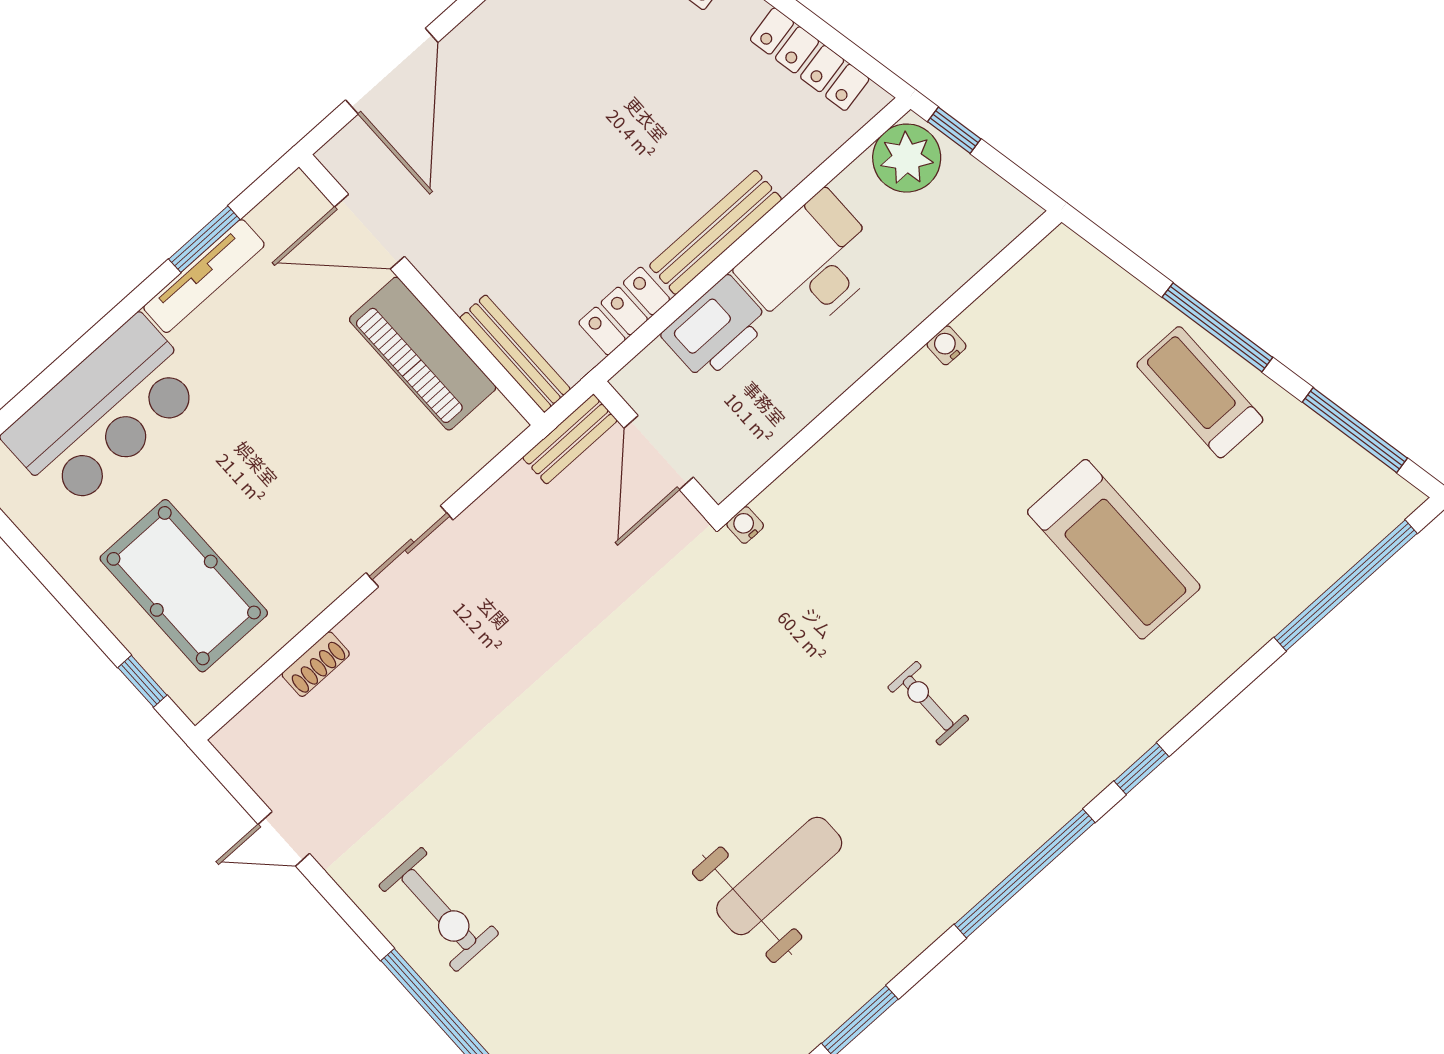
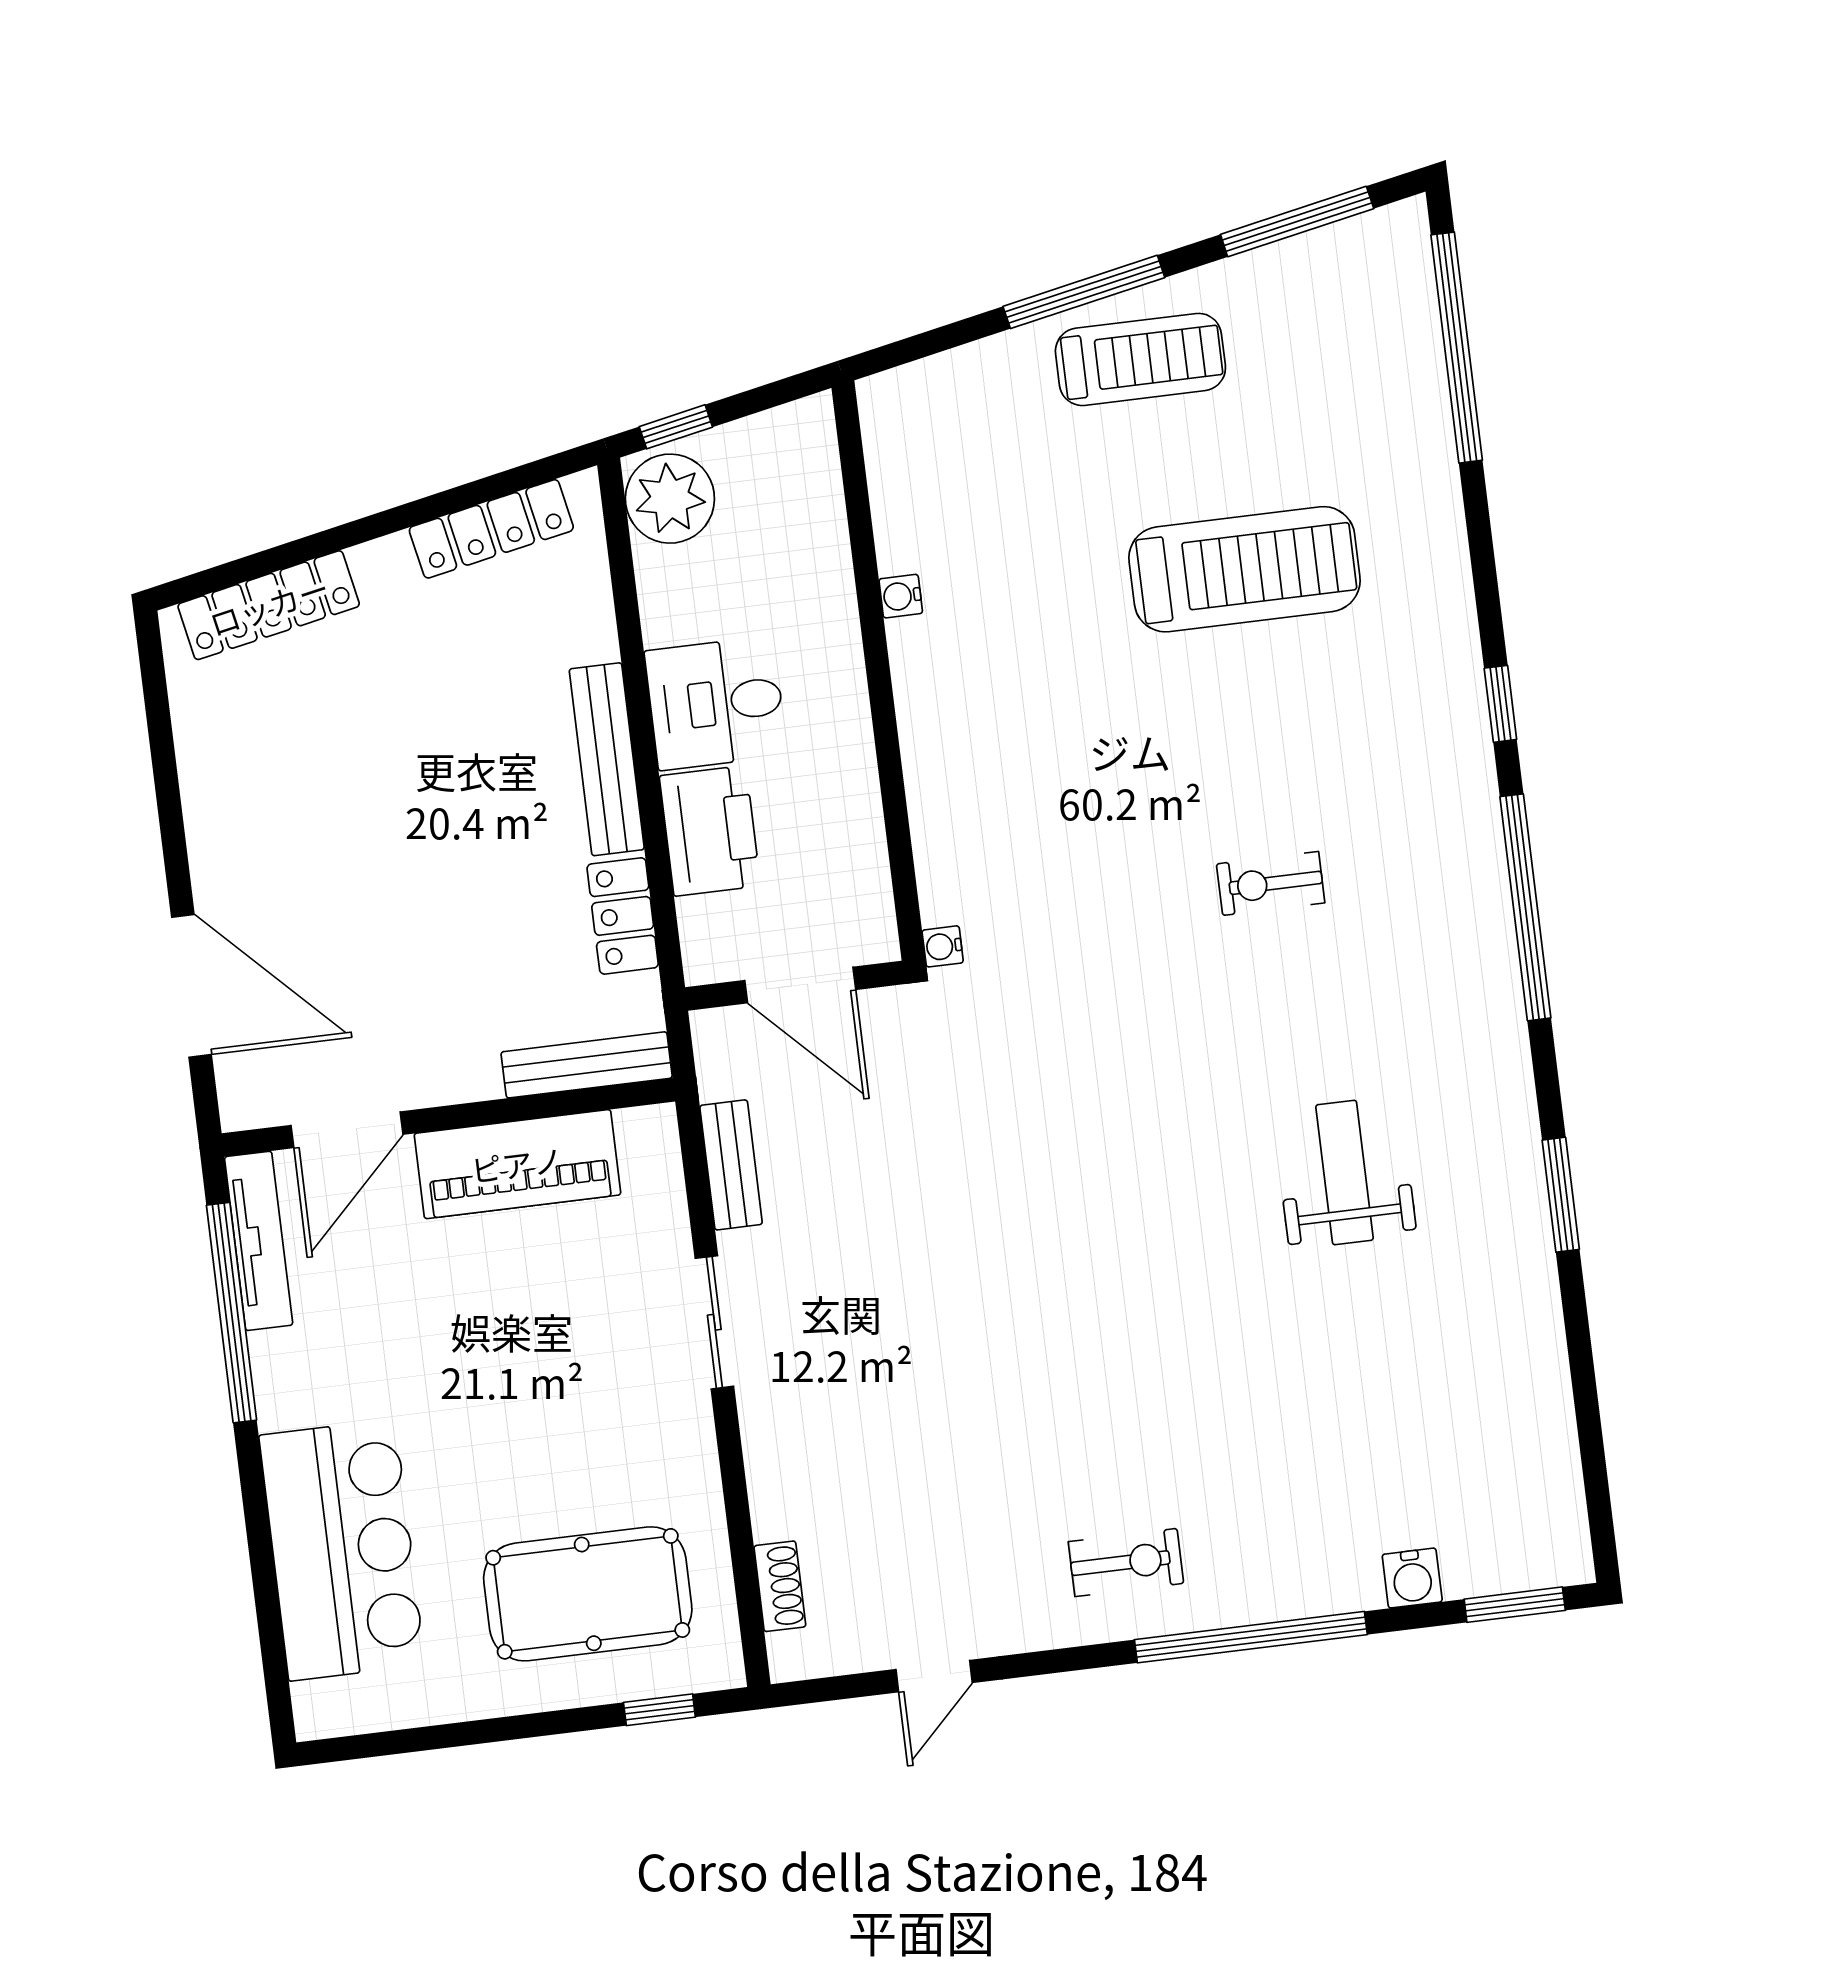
window: (204, 239) -> (232, 1313), width x2.11
desk: (811, 265) -> (716, 703), width x0.73
tv unit: (204, 276) -> (259, 1241), moved
treadmill: (1200, 392) -> (1140, 359), turned 180
bench: (570, 439) -> (731, 1165), moved
shoe rack: (316, 664) -> (780, 1586), moved
weight bench: (779, 876) -> (1345, 1172), width x0.73, depth x0.75
exercise bike: (439, 909) -> (1126, 1562), width x0.73, depth x0.72

